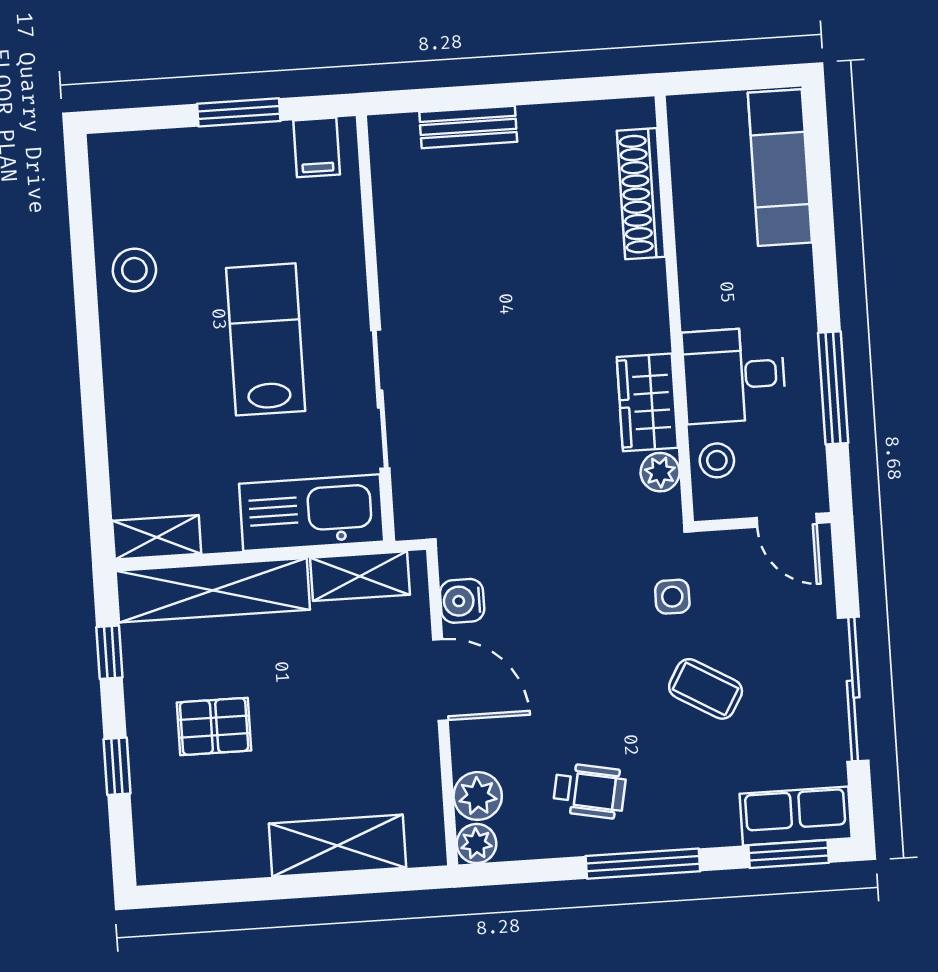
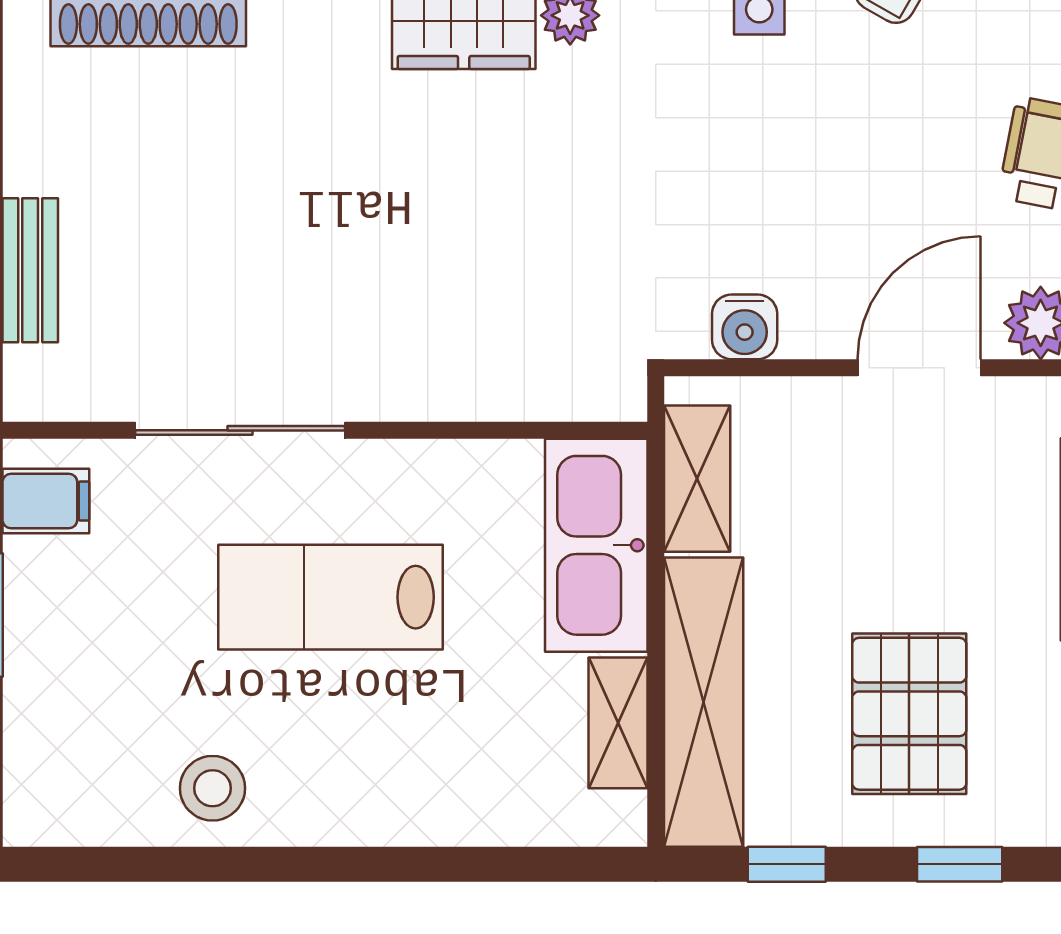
sliding door: (380, 399) -> (240, 430), moved
shelving: (157, 537) -> (618, 723), moved
door: (440, 680) -> (919, 368), moved
pallet: (214, 726) -> (909, 714), width x1.50, depth x1.42

